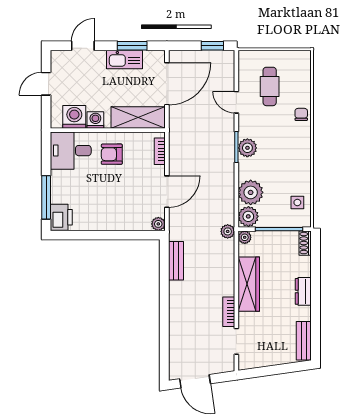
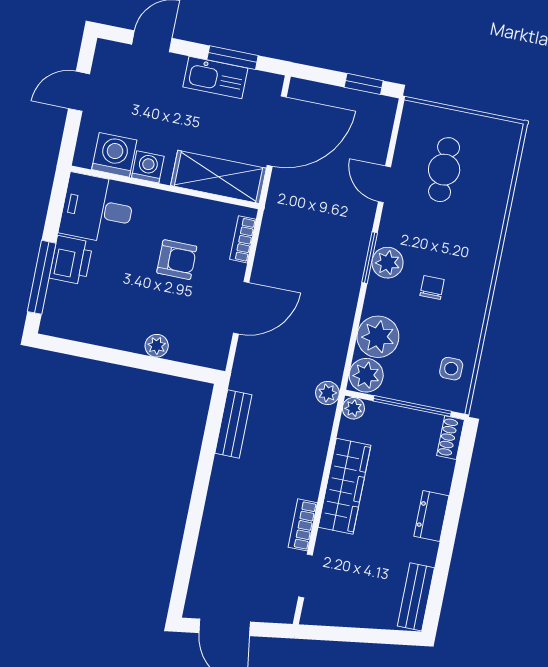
chair: (301, 114) -> (432, 288), moved
armchair: (112, 154) -> (177, 260), moved, turned 180
printer: (61, 217) -> (71, 260), moved
plant: (158, 224) -> (157, 346), moved

